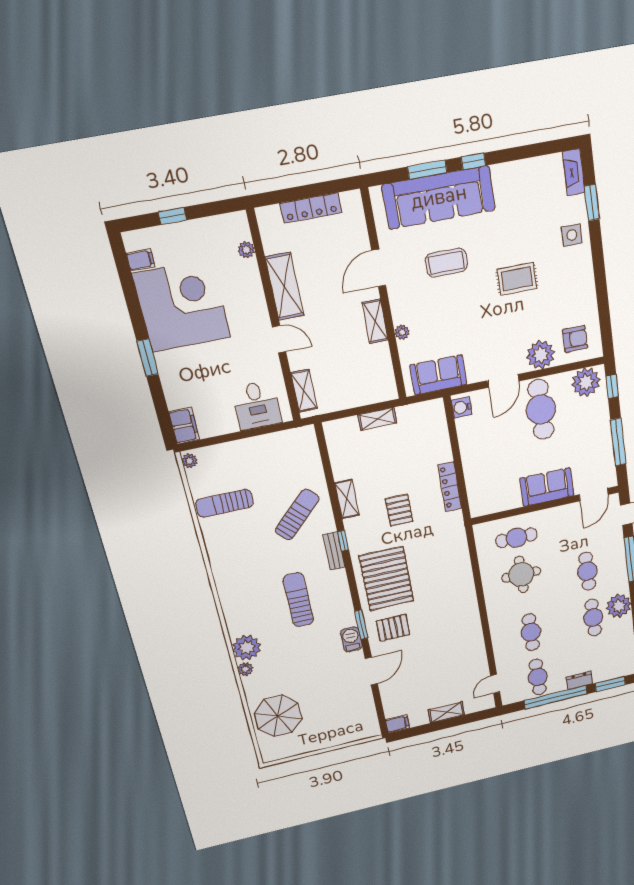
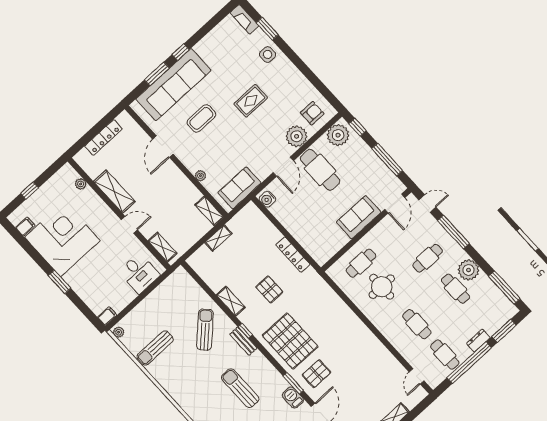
shelving: (375, 321) -> (209, 211), moved
filing cabinet: (184, 426) -> (107, 316), width x0.50
cafe table: (587, 571) -> (428, 258), turned 90

